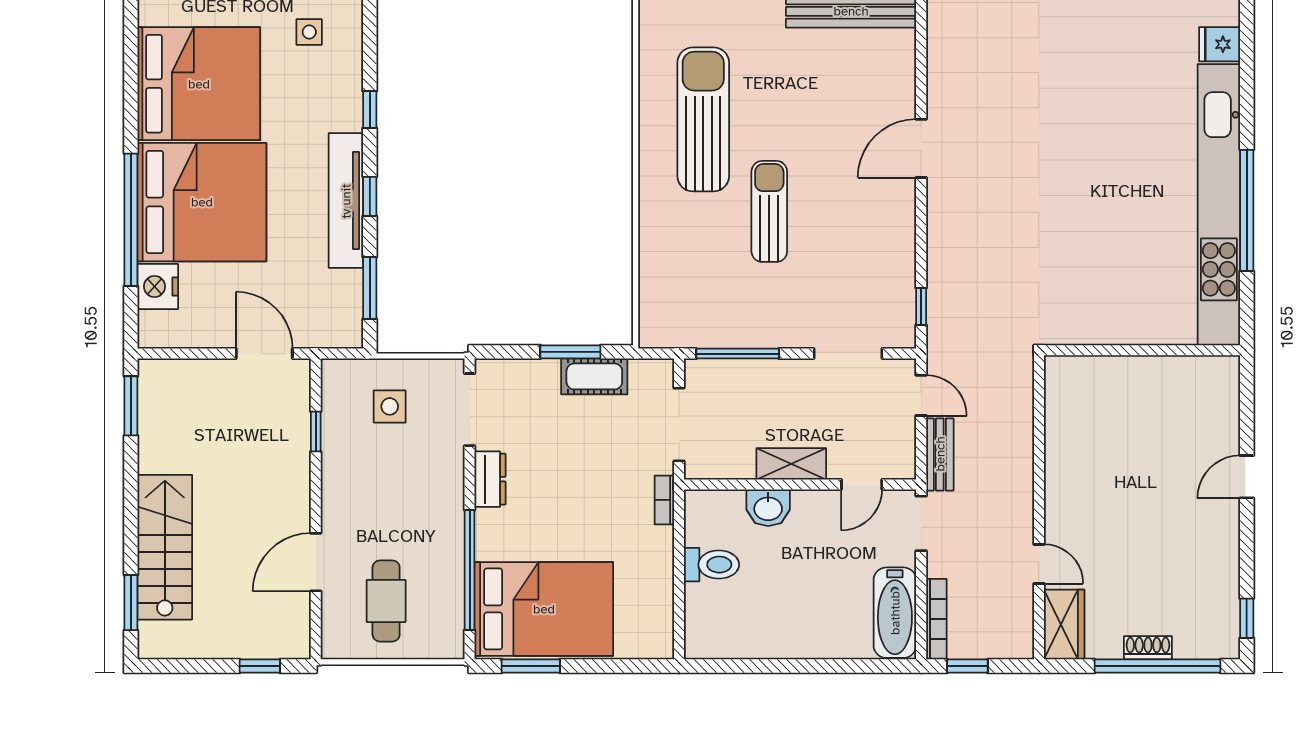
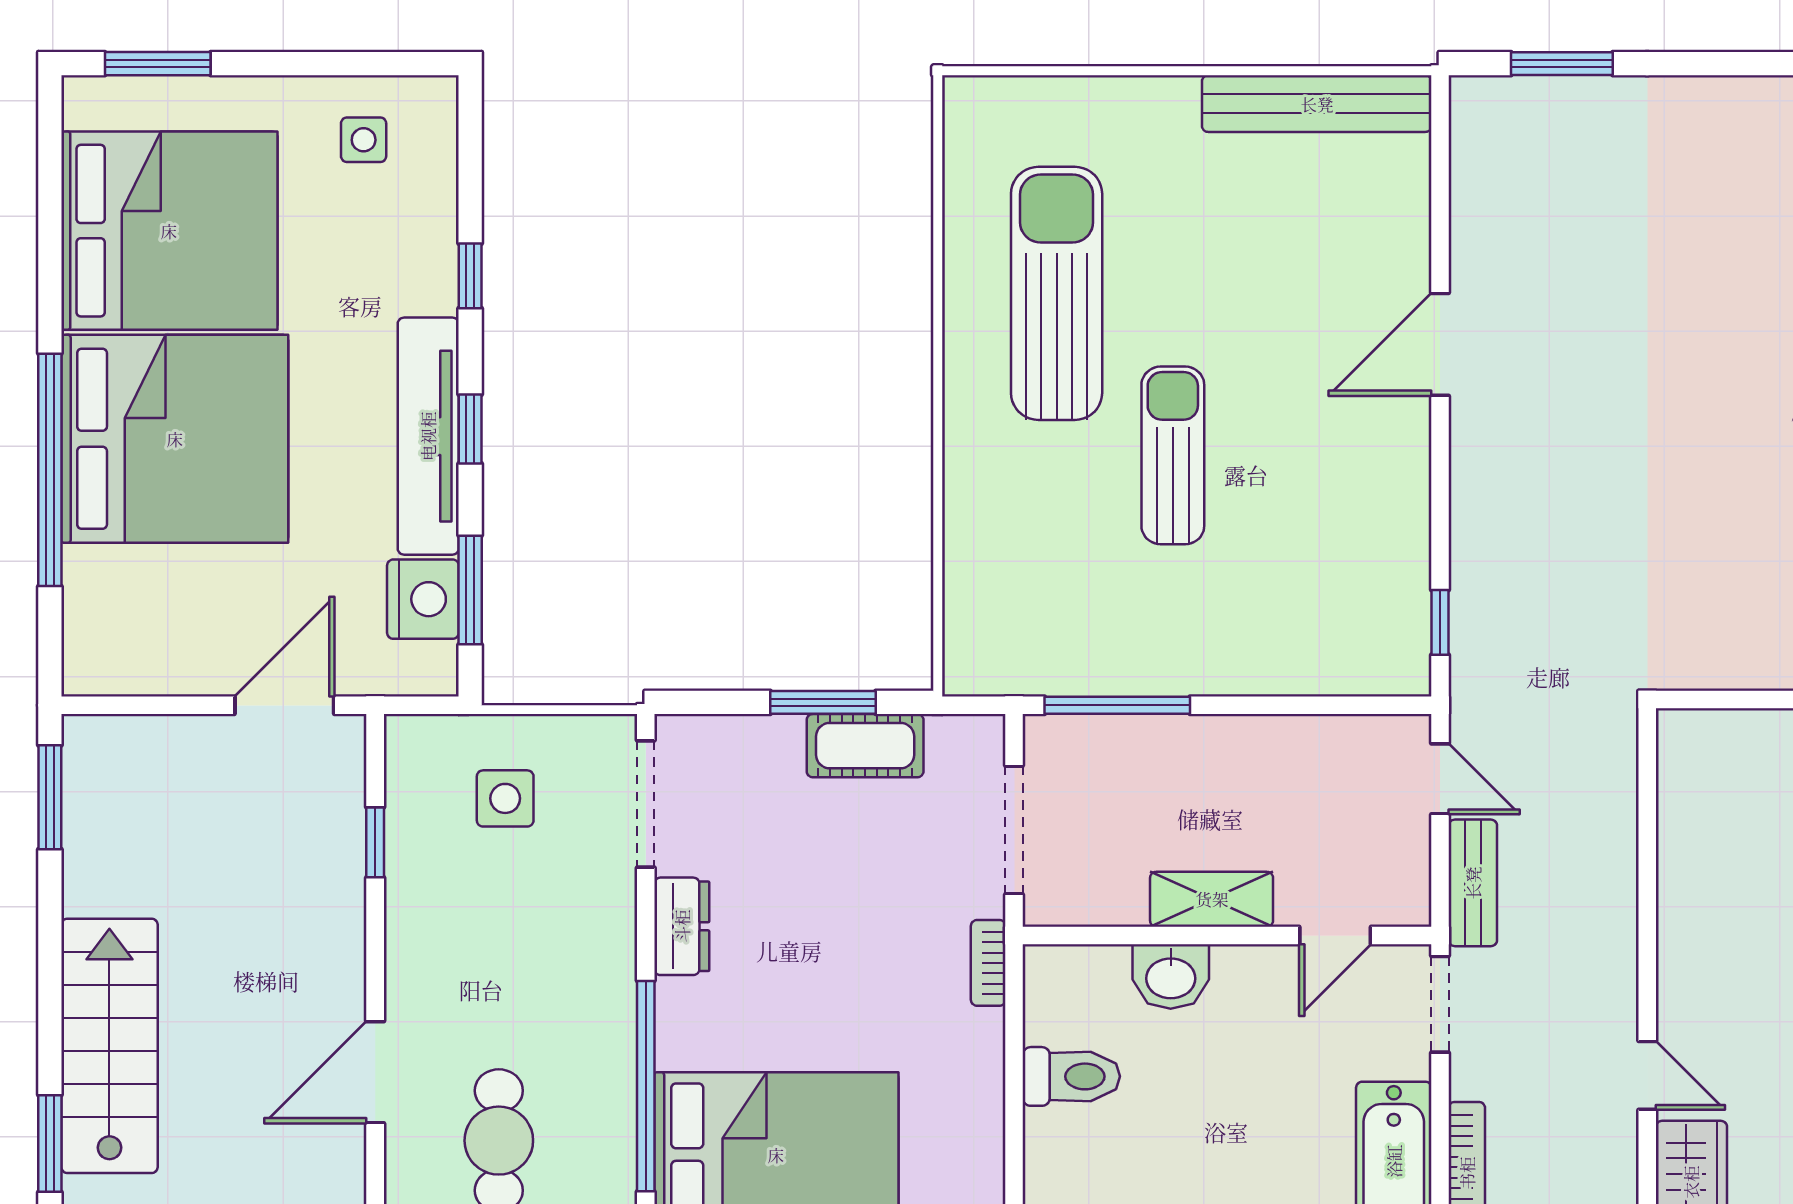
nightstand: (158, 286) -> (423, 599), moved, turned 180
door: (264, 354) -> (284, 705), hinge flipped
doorway: (848, 354) -> (1311, 705), removed

